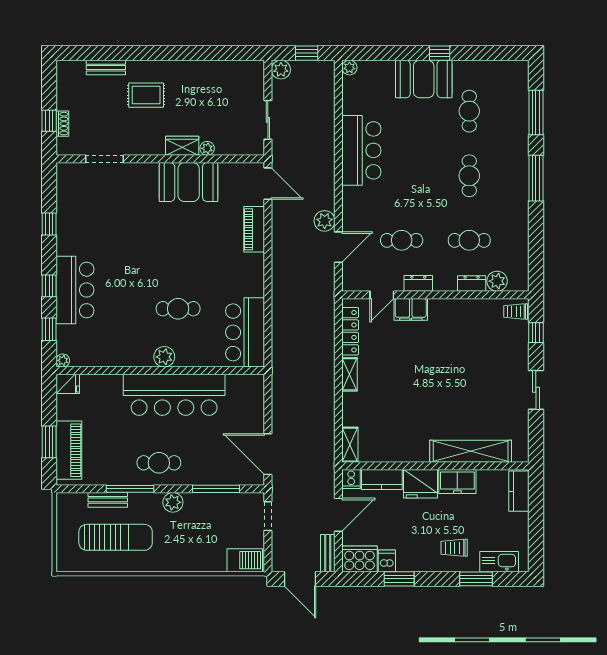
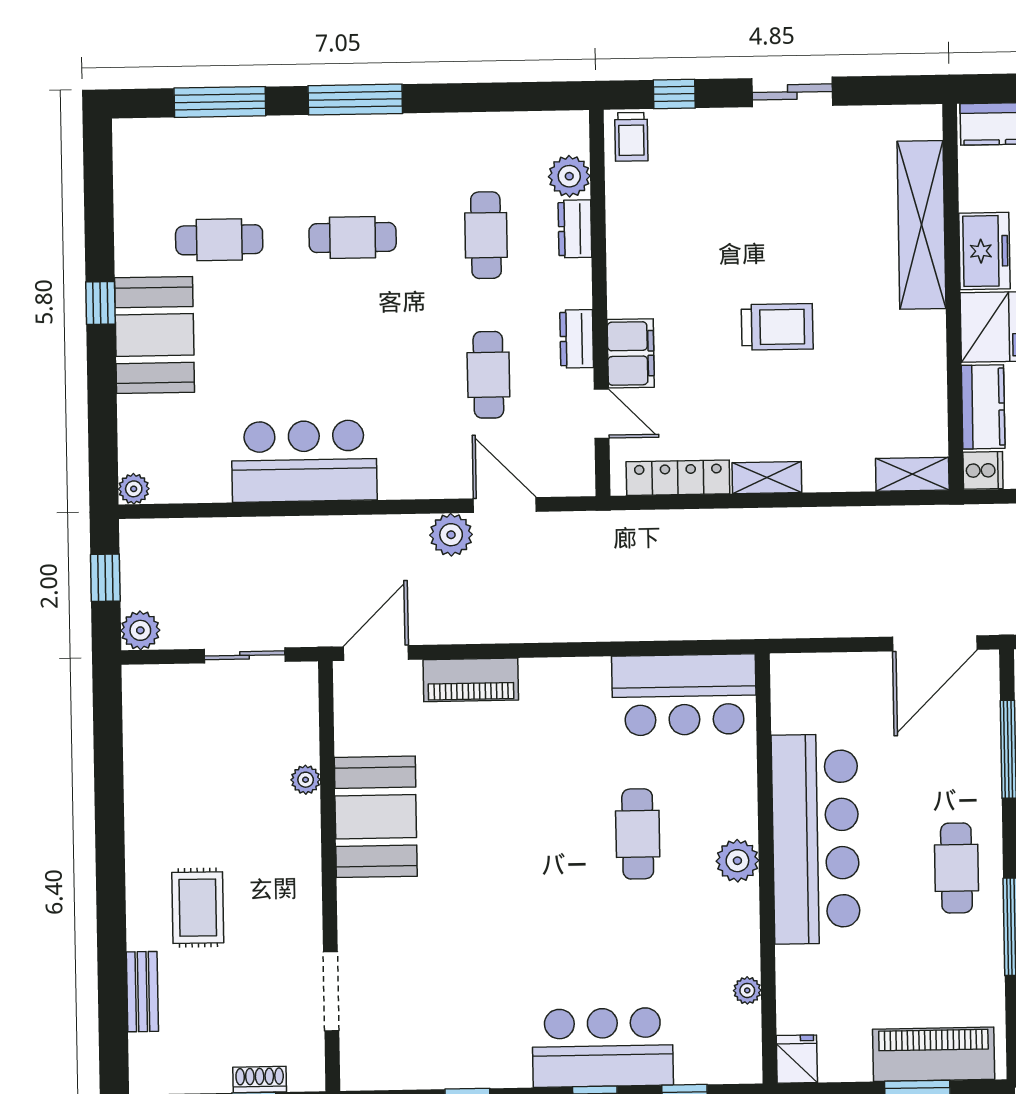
wardrobe: (182, 146) -> (301, 831), removed
plant: (63, 360) -> (747, 990), moved
trolley: (422, 381) -> (777, 327), added

